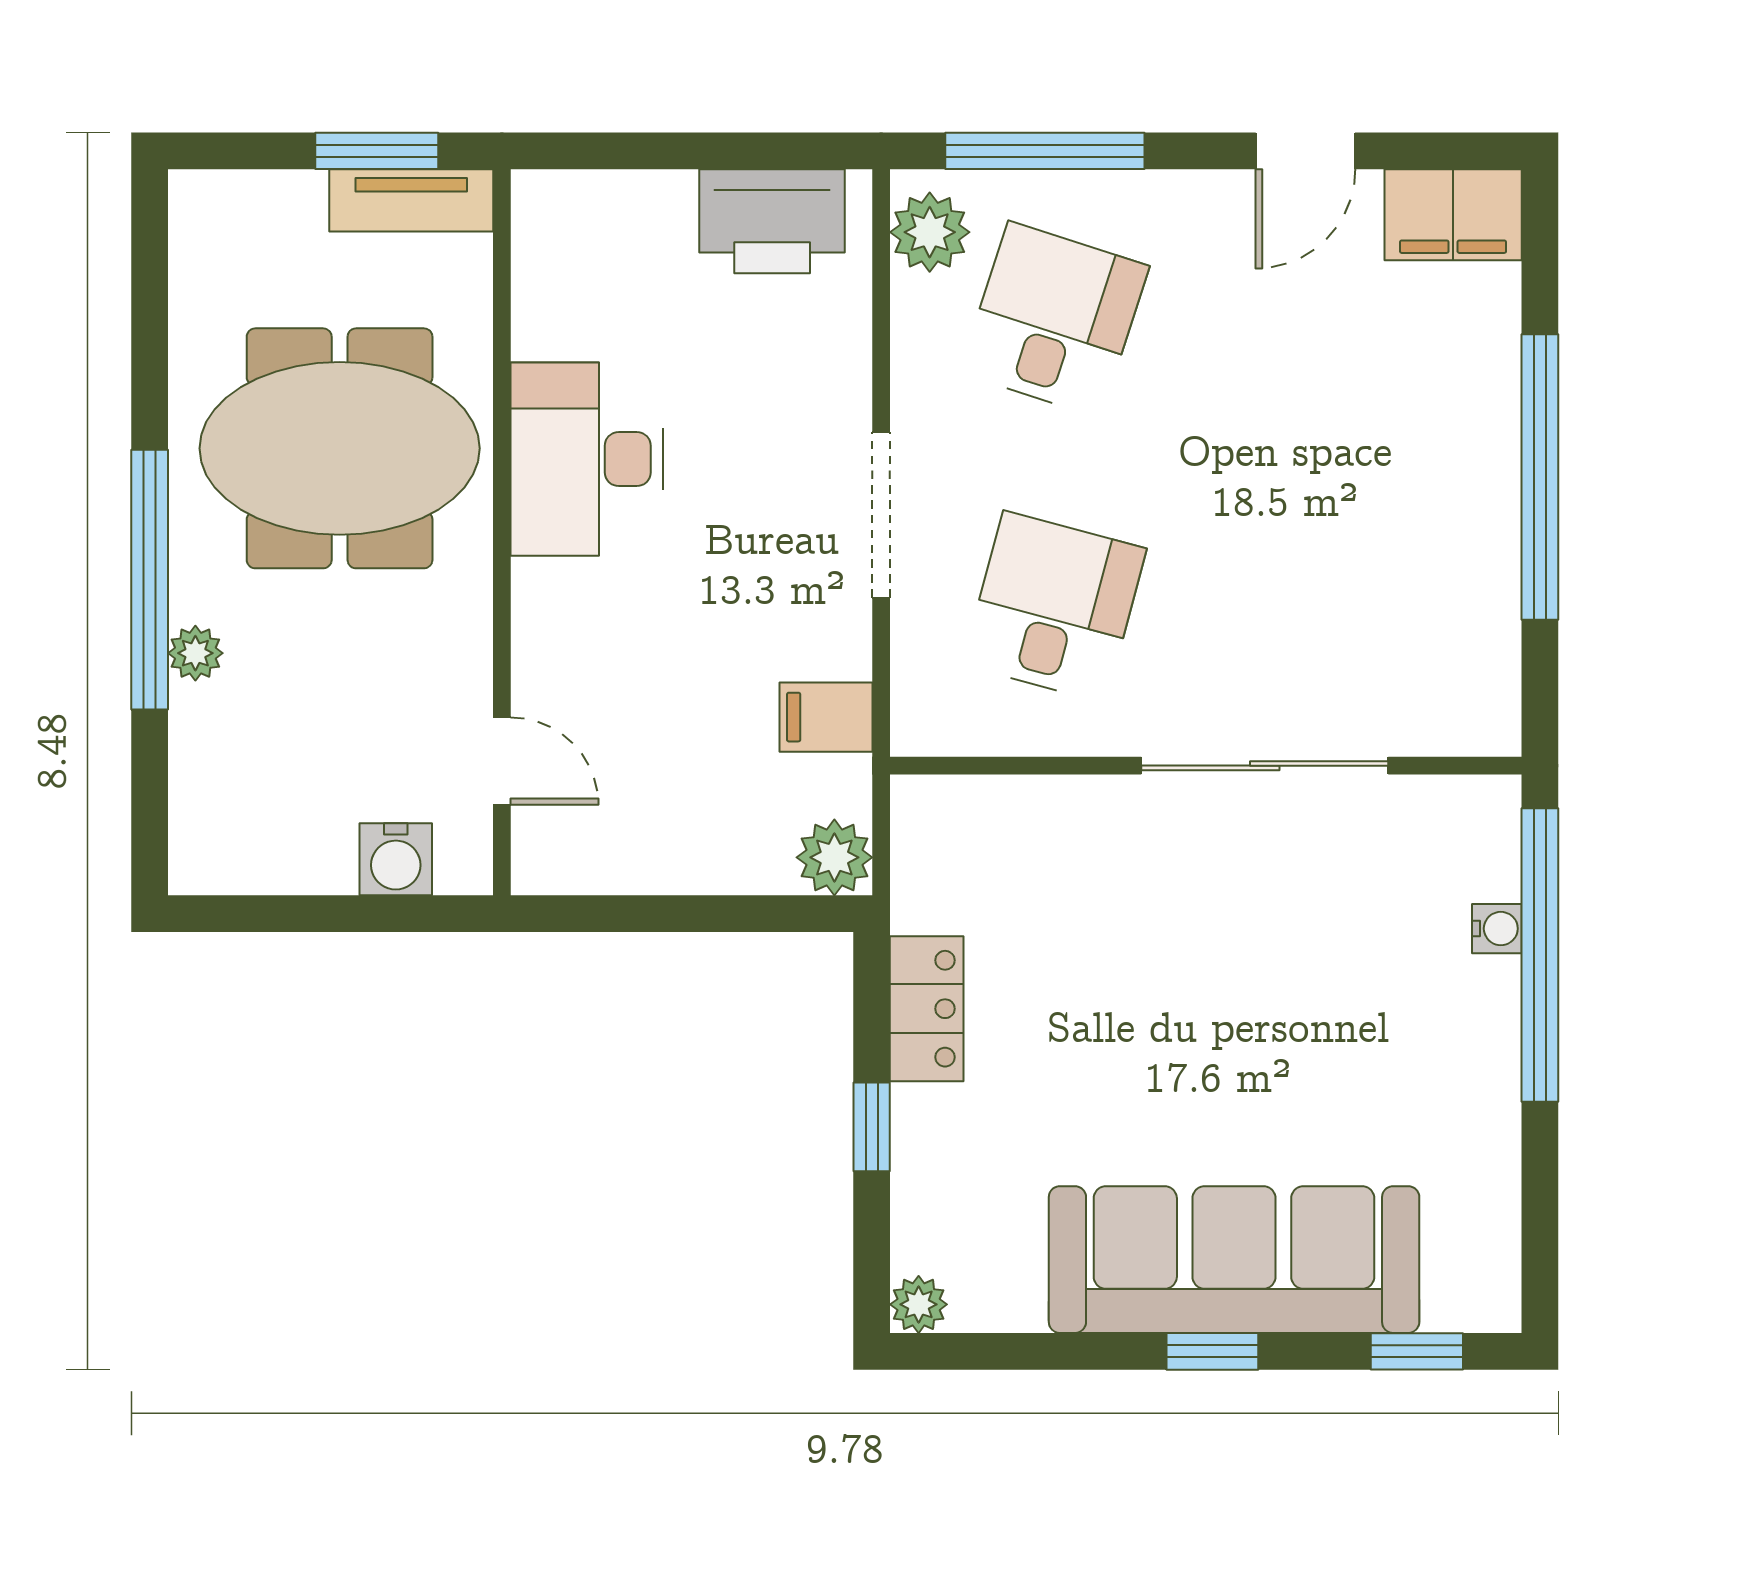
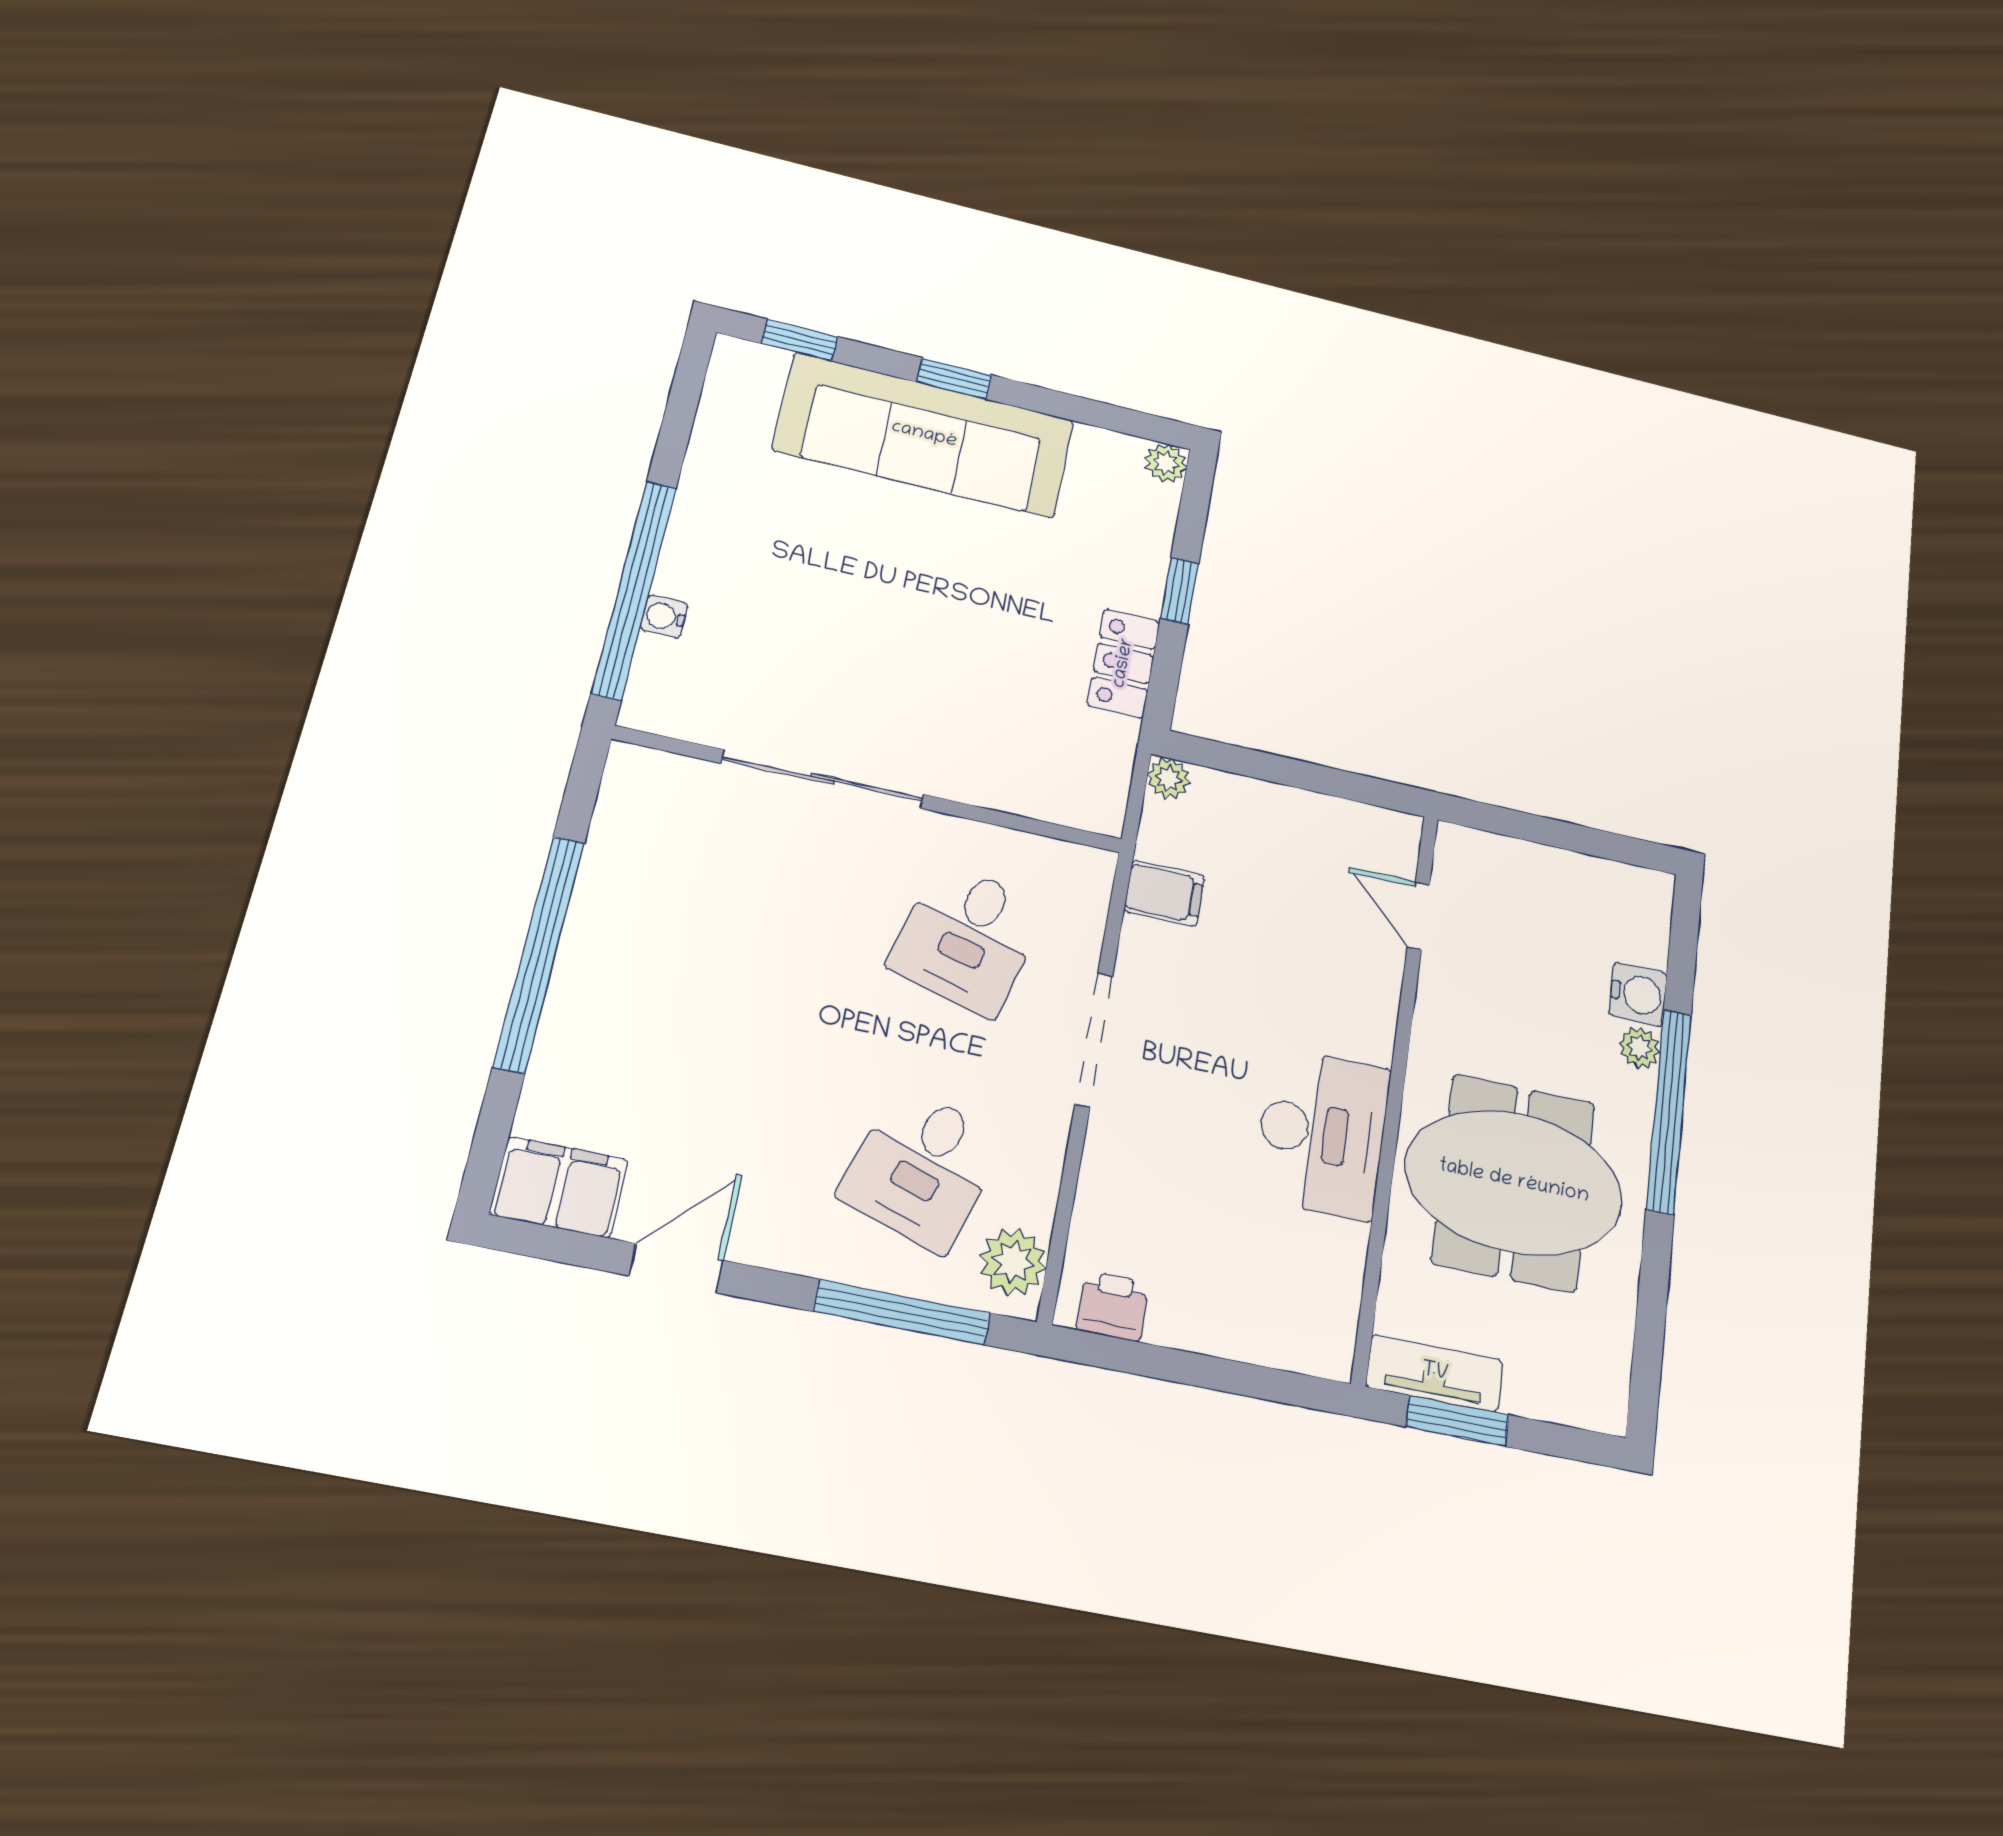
printer: (772, 221) -> (1113, 1306), width x0.53, depth x0.68
plant: (834, 857) -> (1169, 779), width x0.73, depth x0.73
water cooler: (396, 859) -> (1638, 994), moved, turned 90

